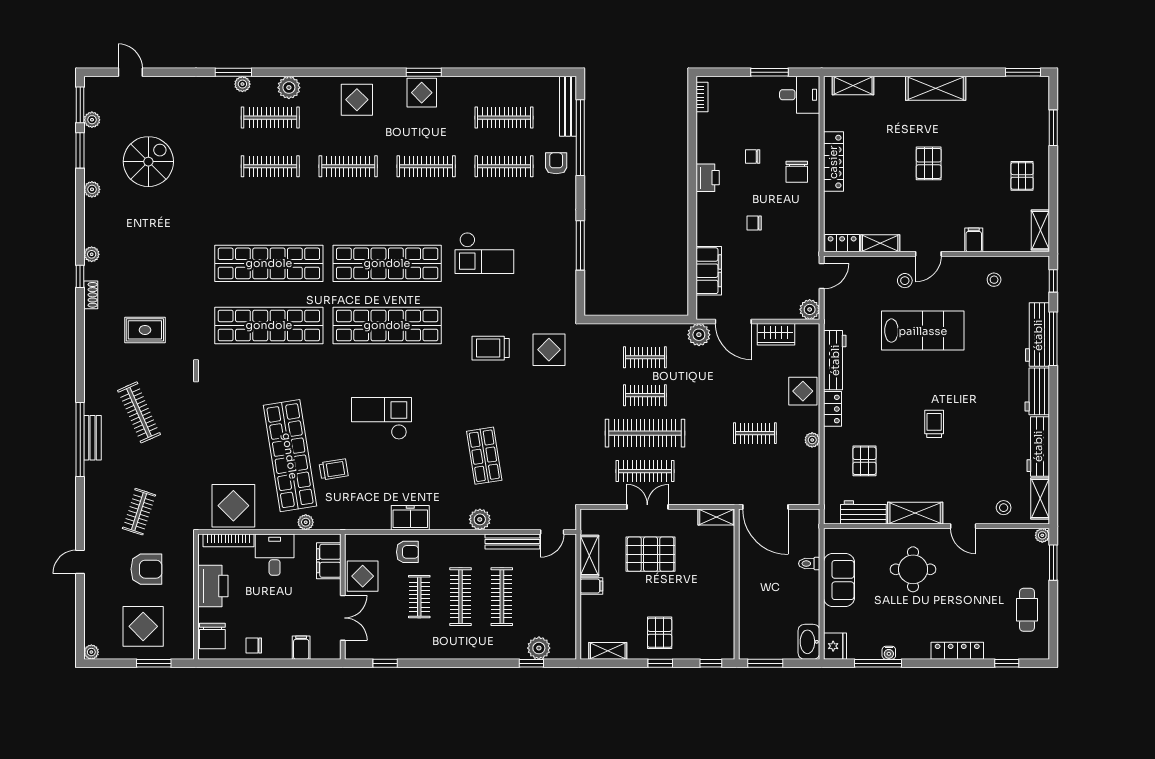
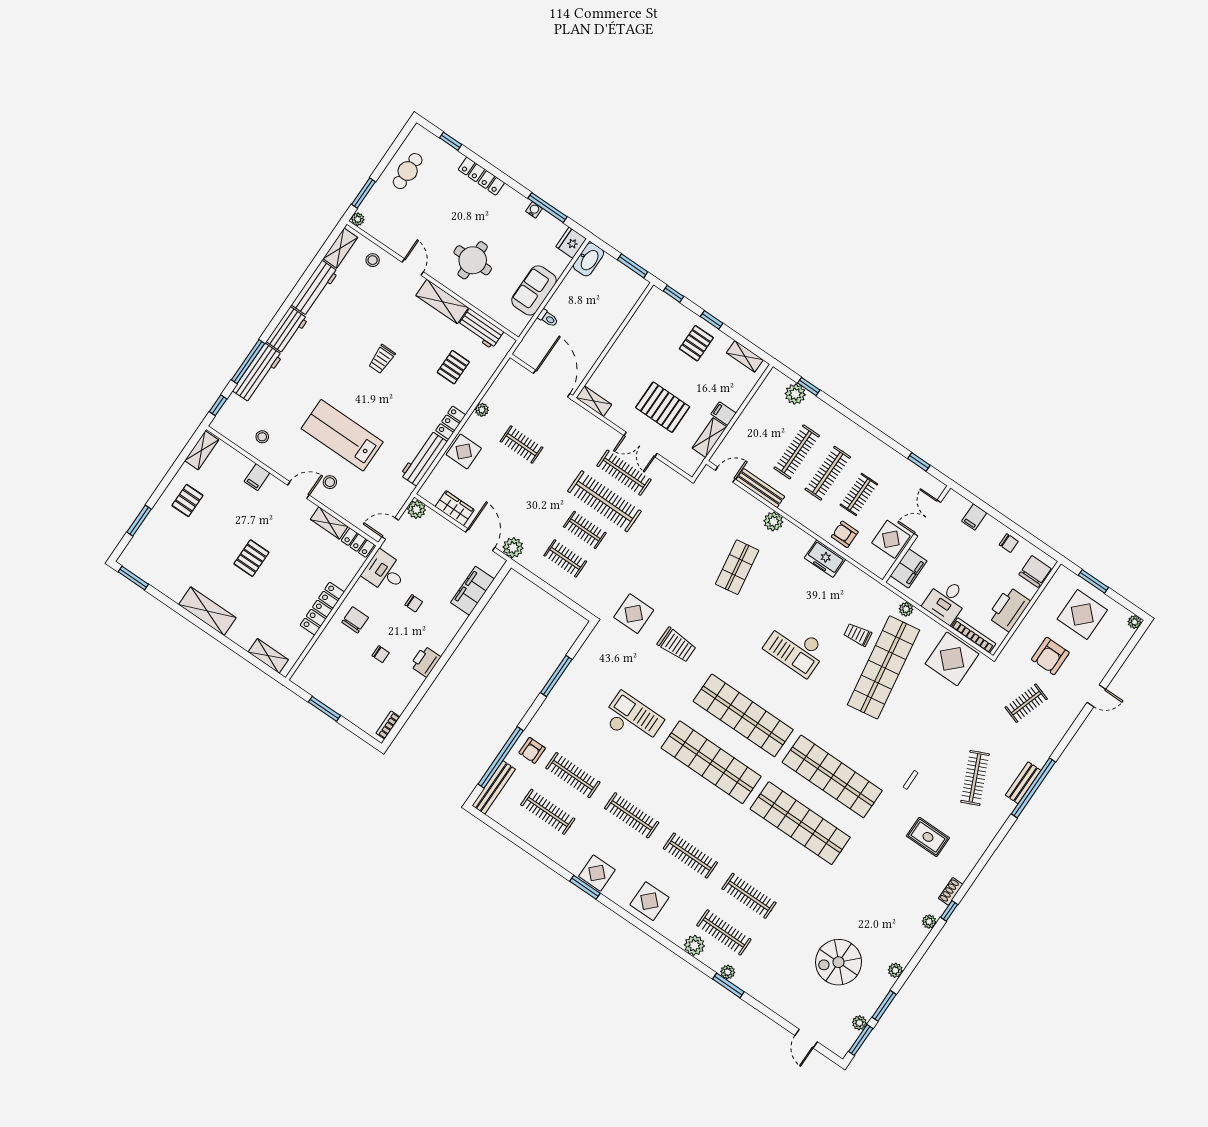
desk: (800, 95) -> (385, 572), moved
armchair: (146, 569) -> (1050, 656), turned -90

